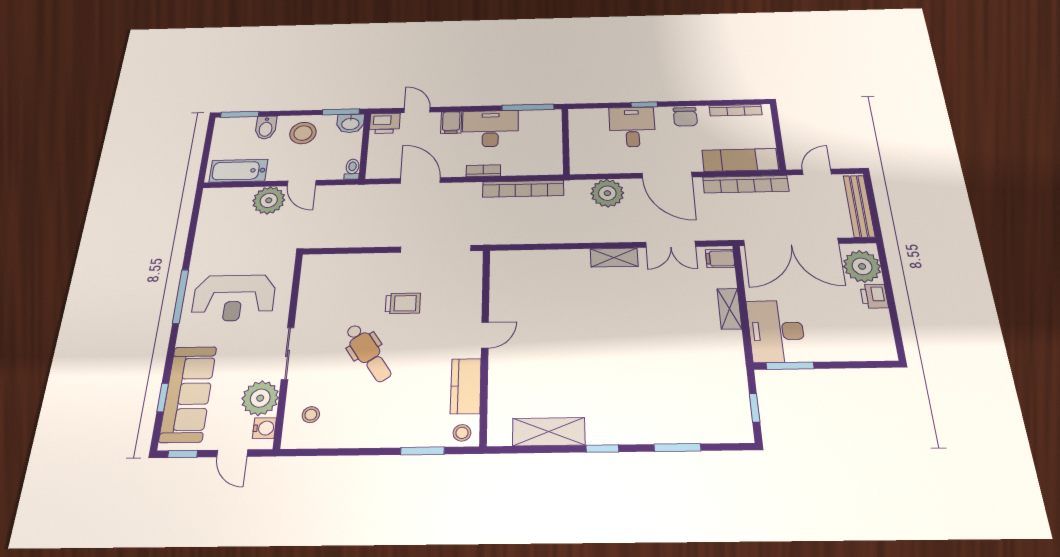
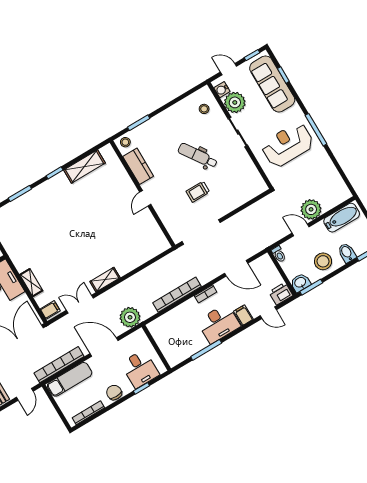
wall: (566, 141) -> (156, 348), moved

